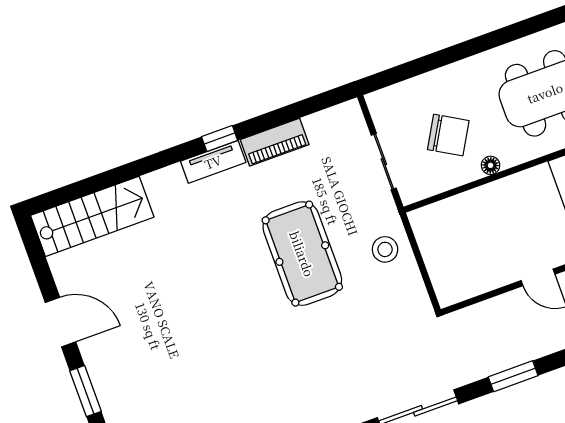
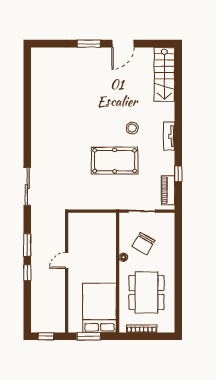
window: (220, 139) -> (178, 174), moved
piano: (275, 142) -> (168, 190), moved
stool: (385, 249) -> (132, 128), moved
window: (513, 376) -> (27, 245), moved

